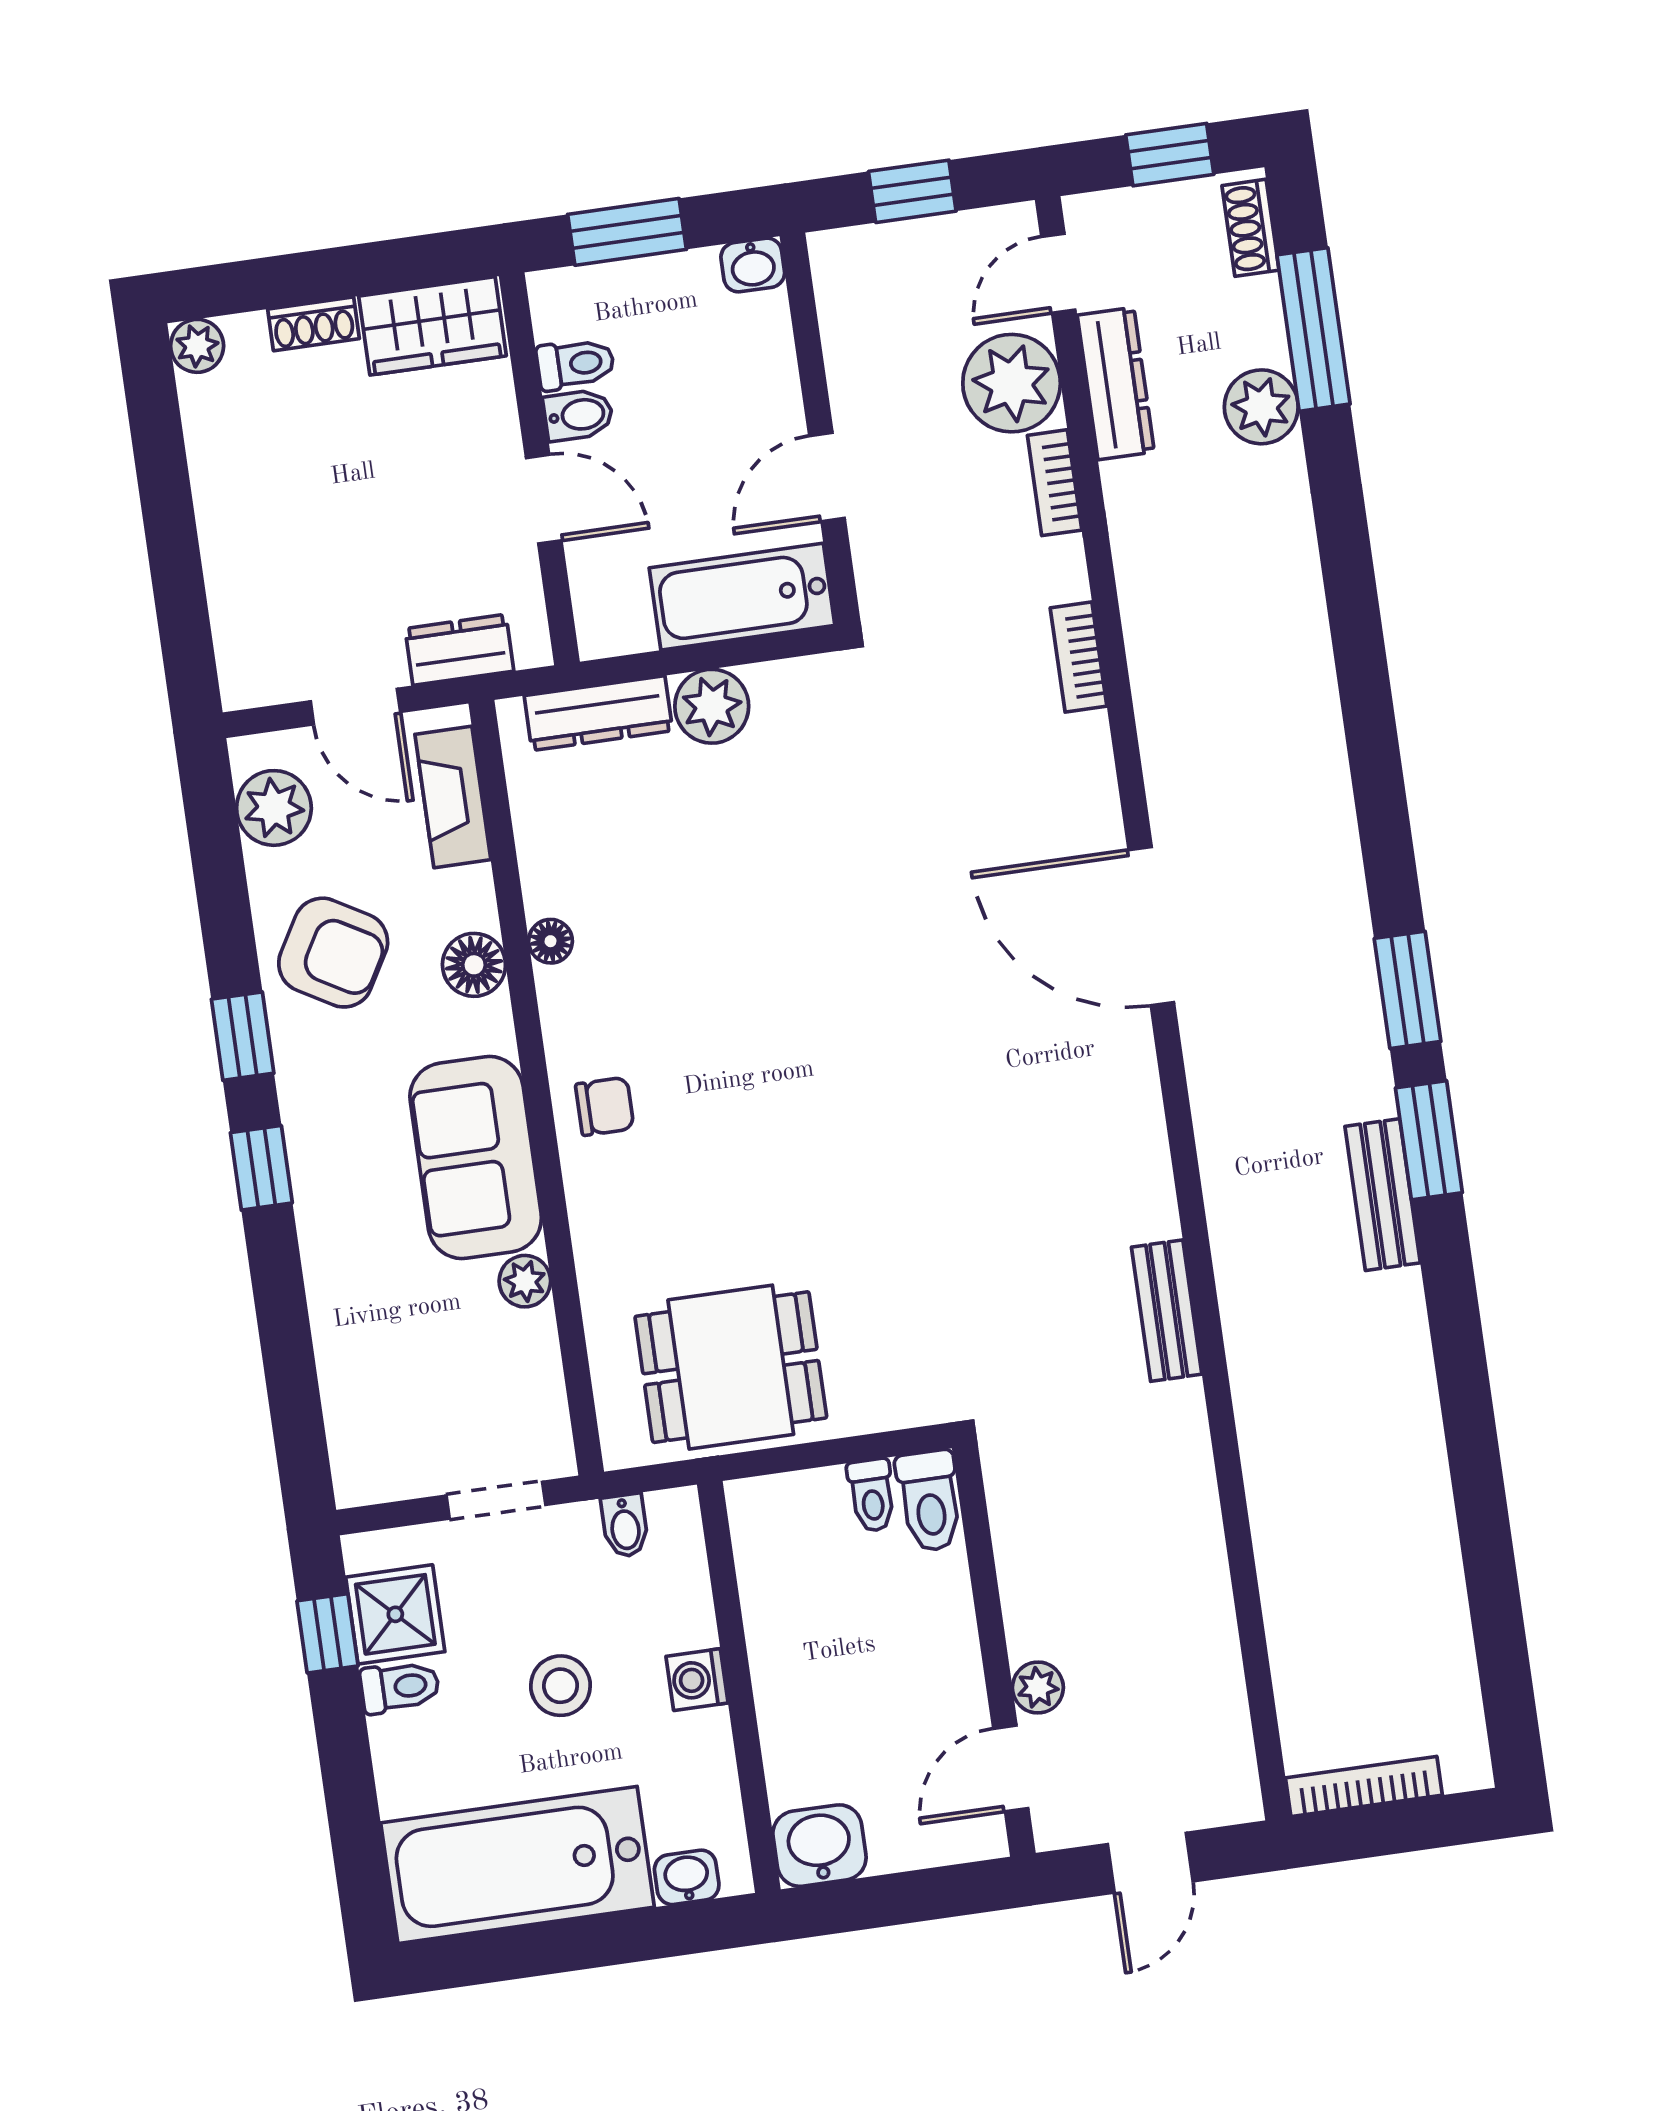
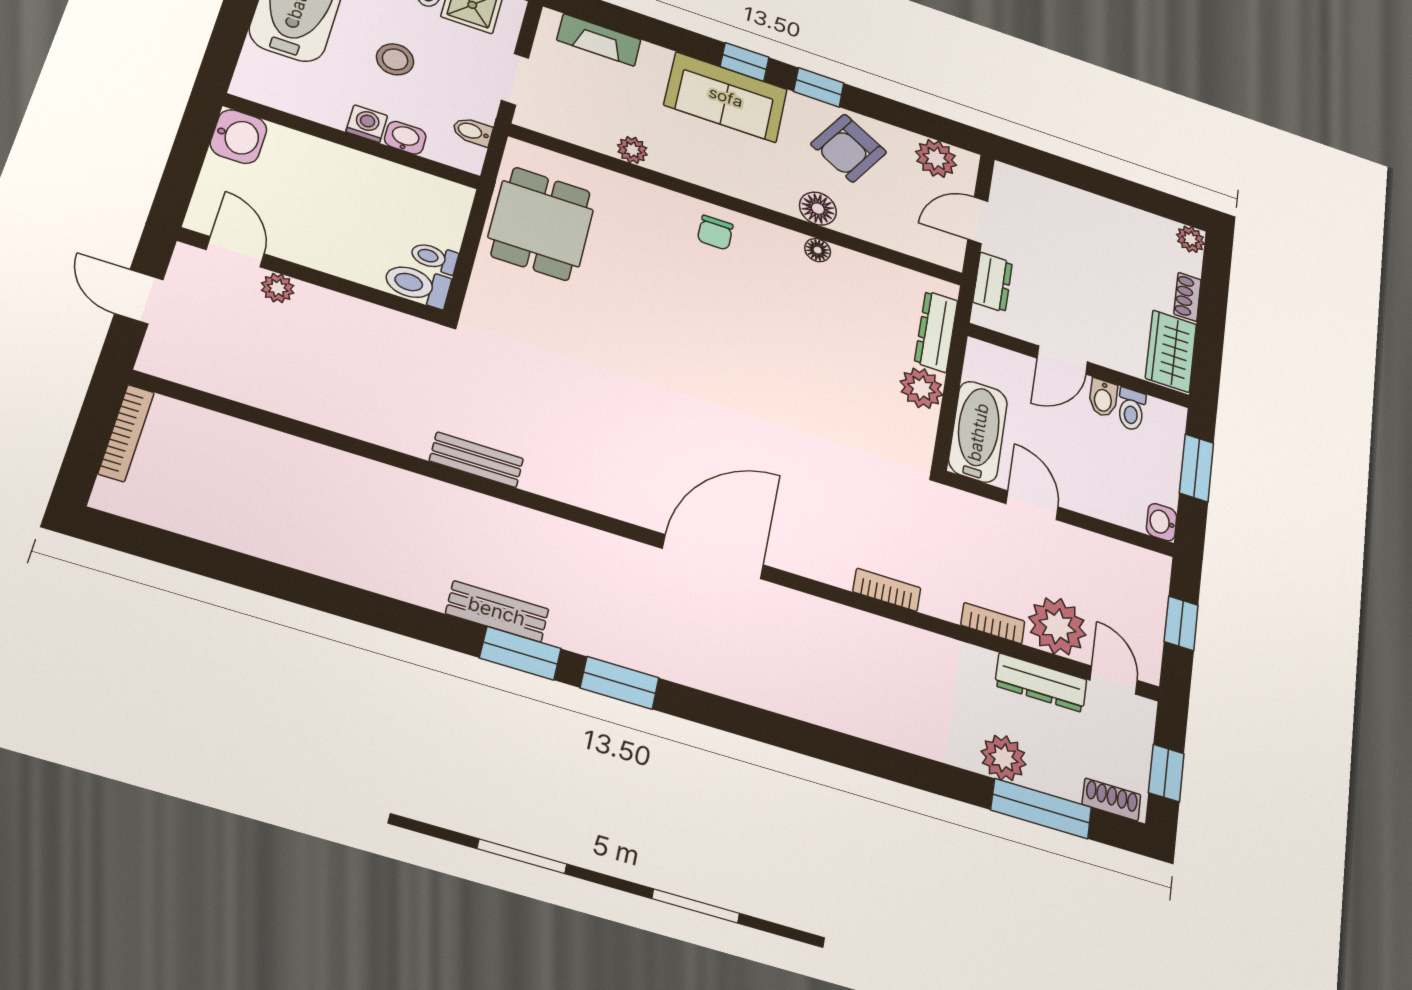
fireplace: (453, 797) -> (599, 40), moved, turned 180
sofa: (476, 1157) -> (726, 97), moved, turned 180
washbasin: (687, 1877) -> (405, 138), moved, turned -90

